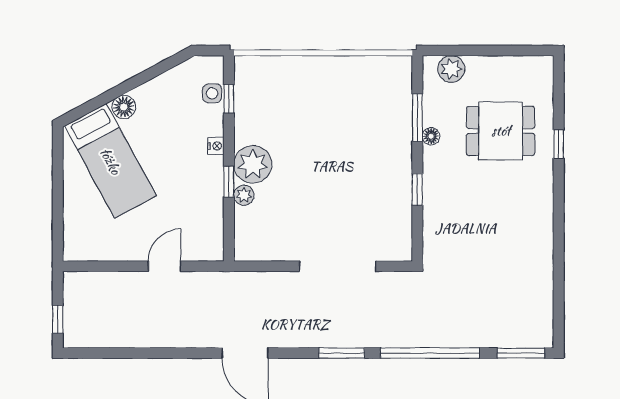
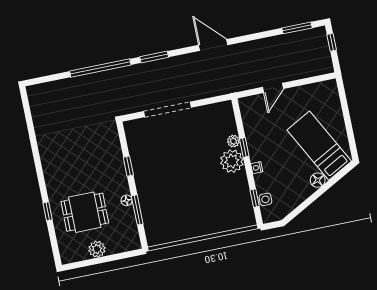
plant: (451, 69) -> (97, 249), moved
window: (521, 353) -> (297, 28), moved

